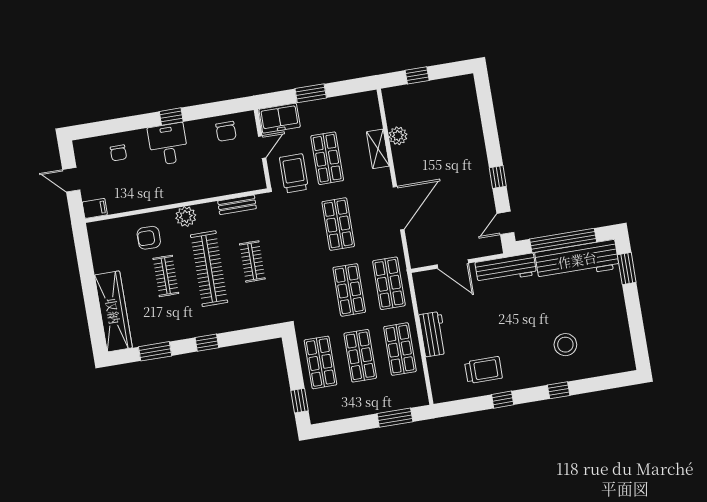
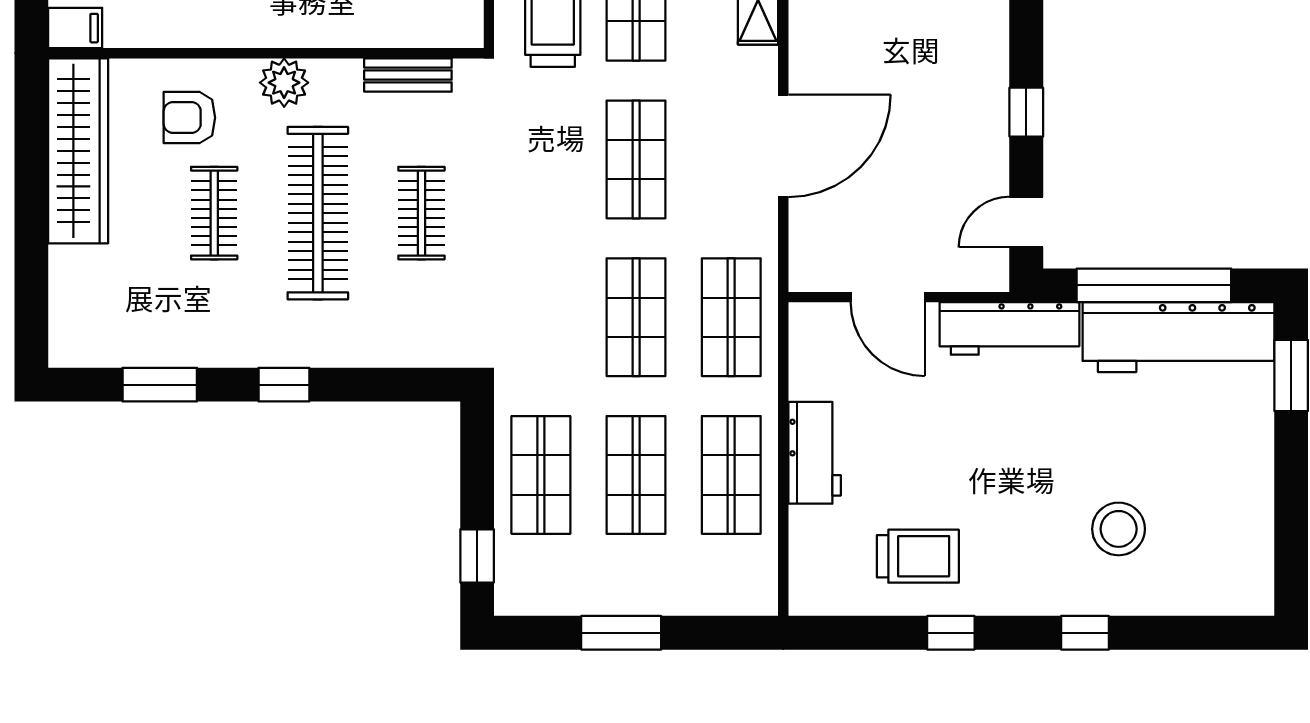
wardrobe: (113, 311) -> (78, 151), moved
window: (395, 418) -> (621, 633), moved

